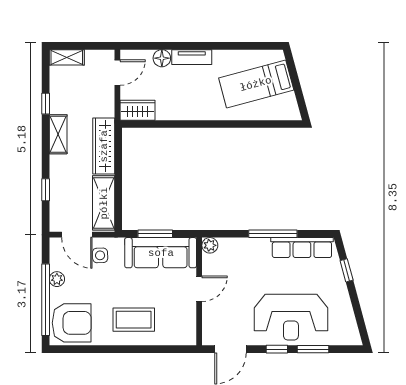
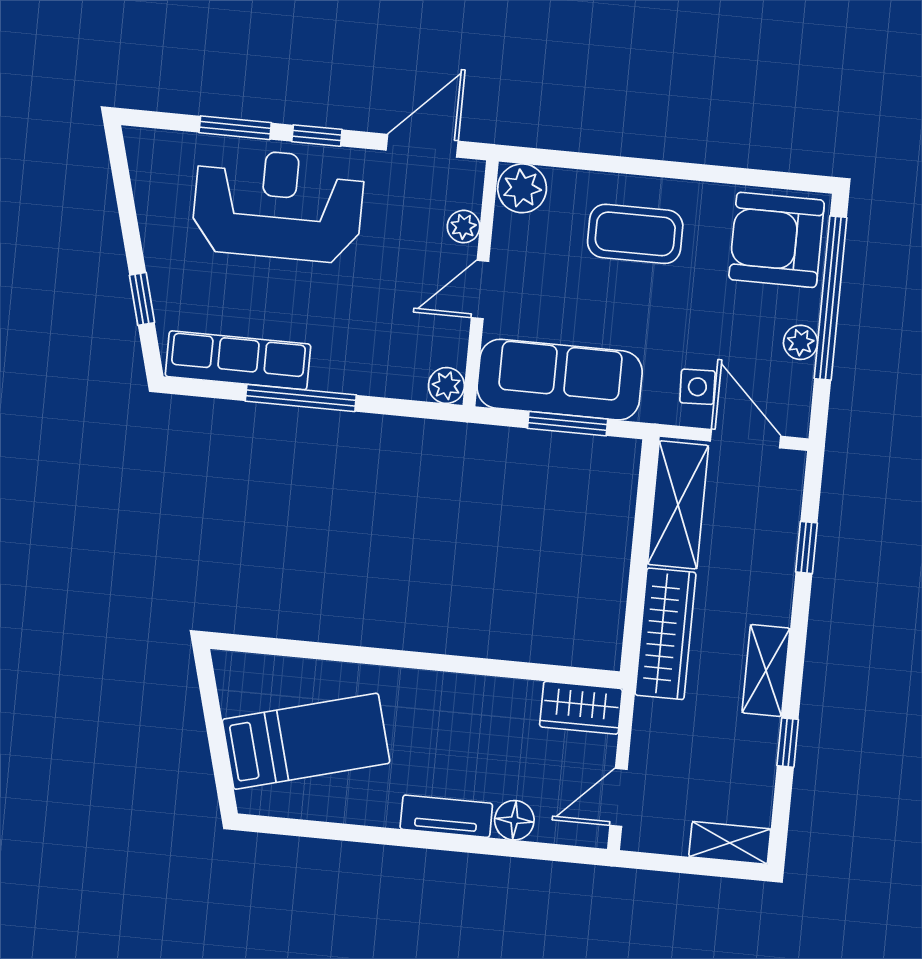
plant: (209, 316) -> (463, 227), added
plant: (185, 335) -> (522, 188), added

